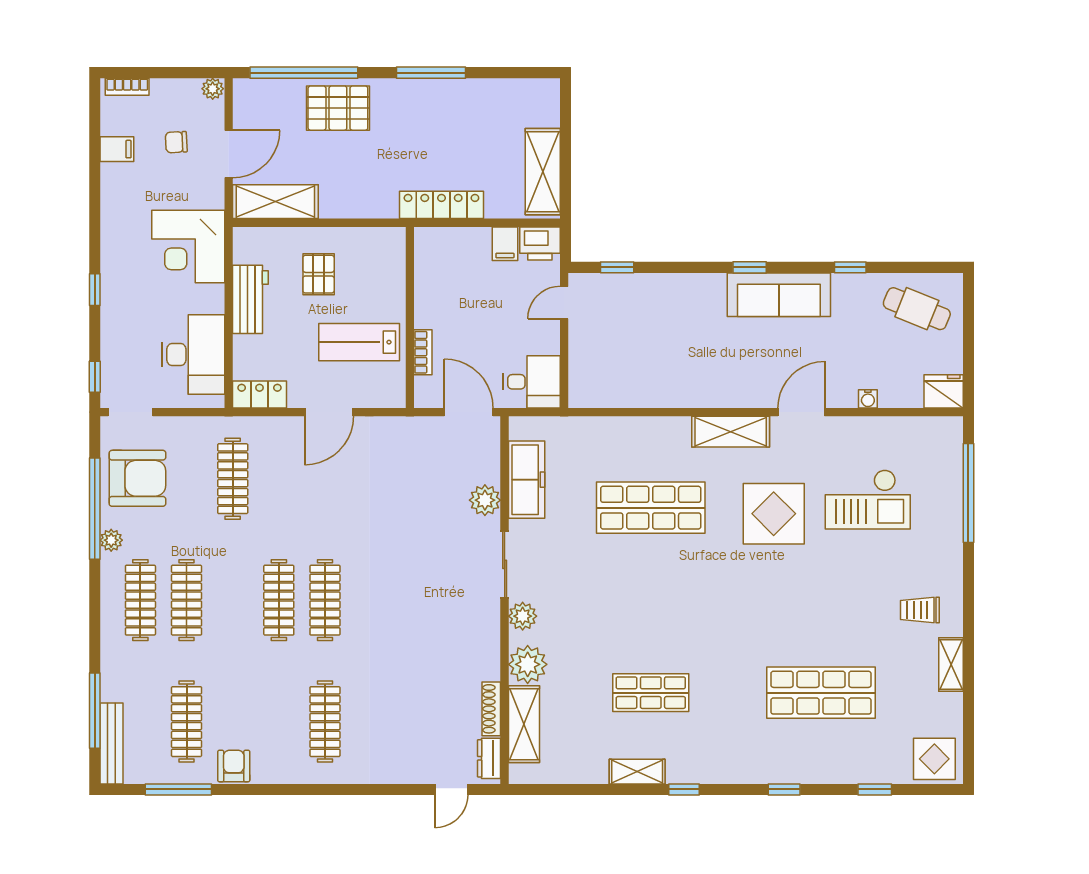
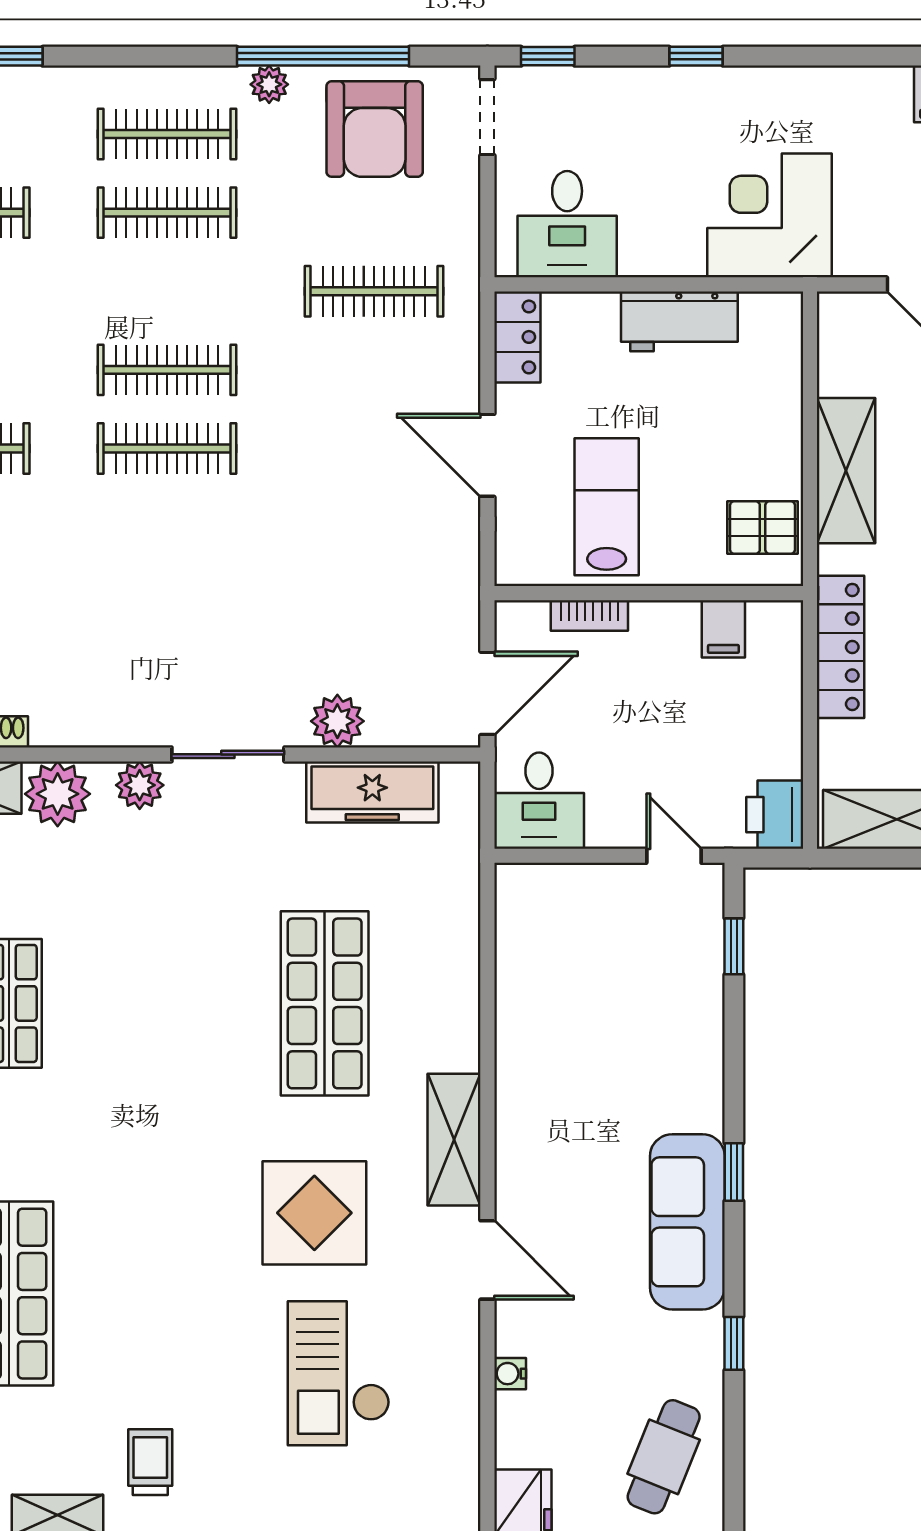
shelving: (275, 202) -> (846, 471), moved
filing cabinet: (505, 244) -> (723, 629), moved, turned -90
pallet: (319, 274) -> (763, 527), moved
desk: (193, 355) -> (567, 224), width x0.73

